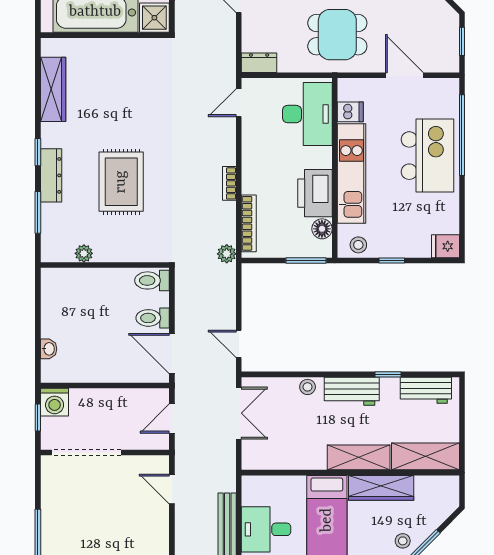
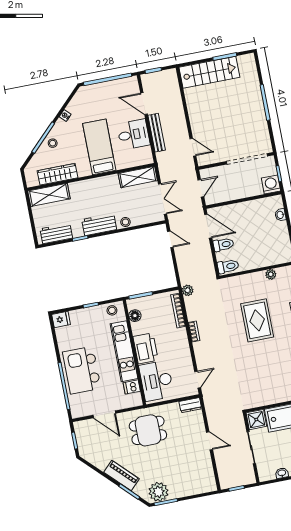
printer: (315, 193) -> (146, 348), moved
double door: (239, 413) -> (162, 199), swing flipped
shelving: (359, 457) -> (138, 177), moved
wardrobe: (381, 488) -> (58, 174), moved

